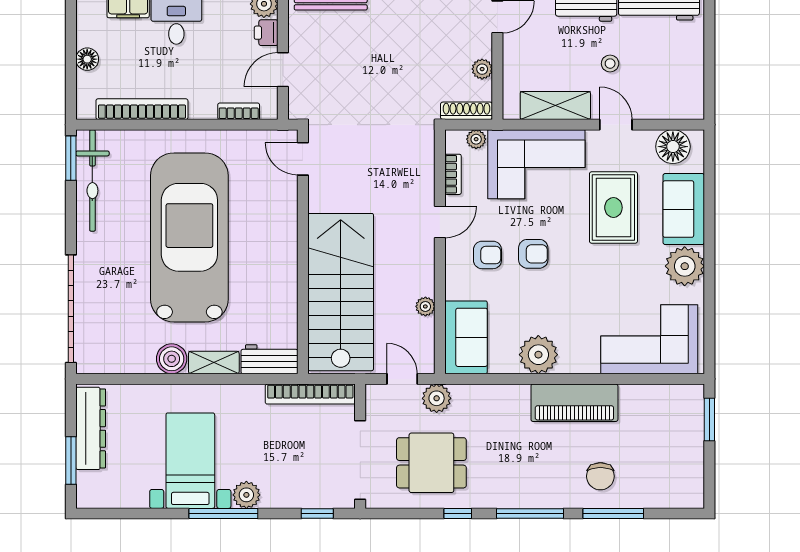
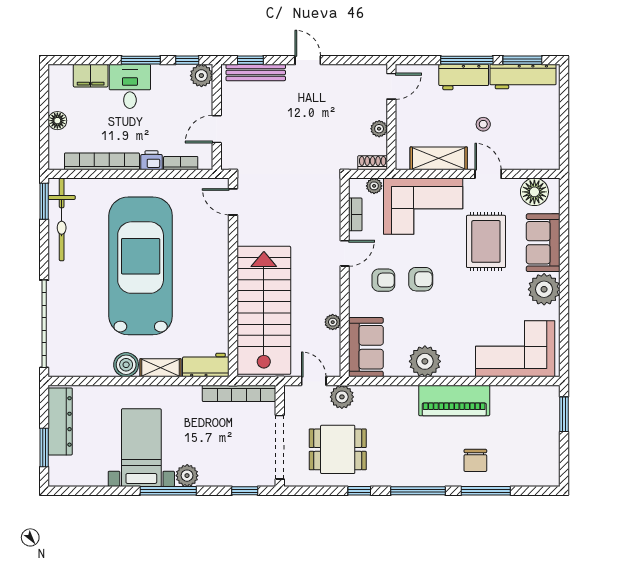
printer: (266, 33) -> (152, 160), moved, turned 90
shoe rack: (467, 111) -> (373, 163), width x0.70

